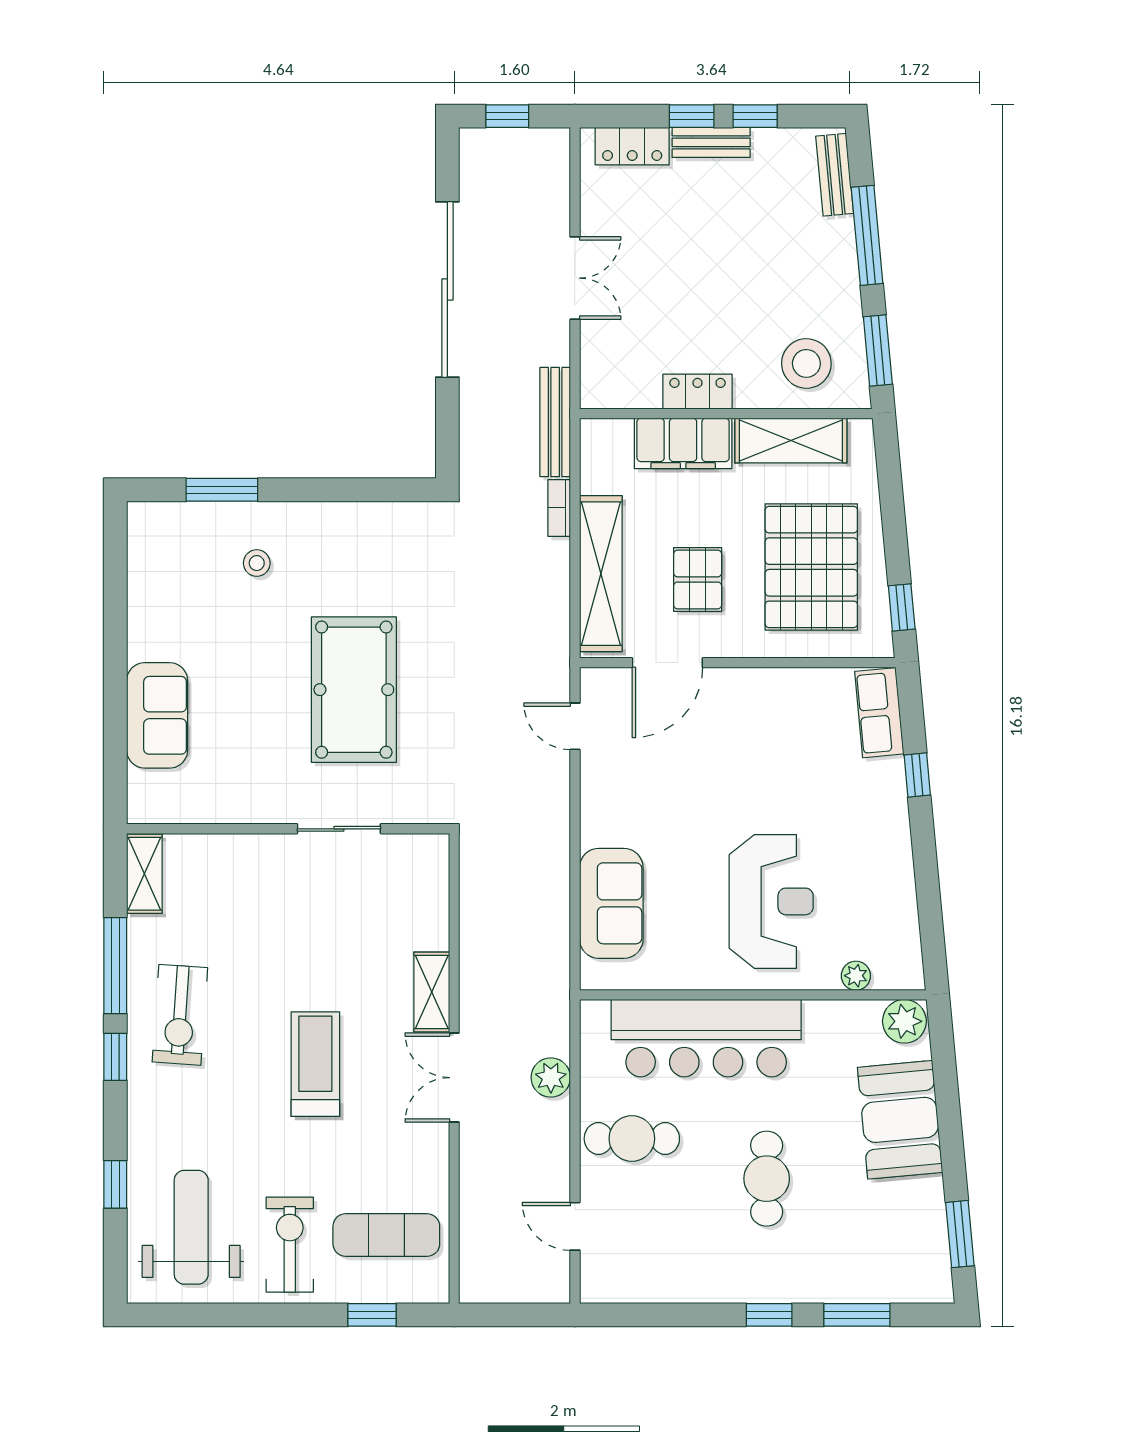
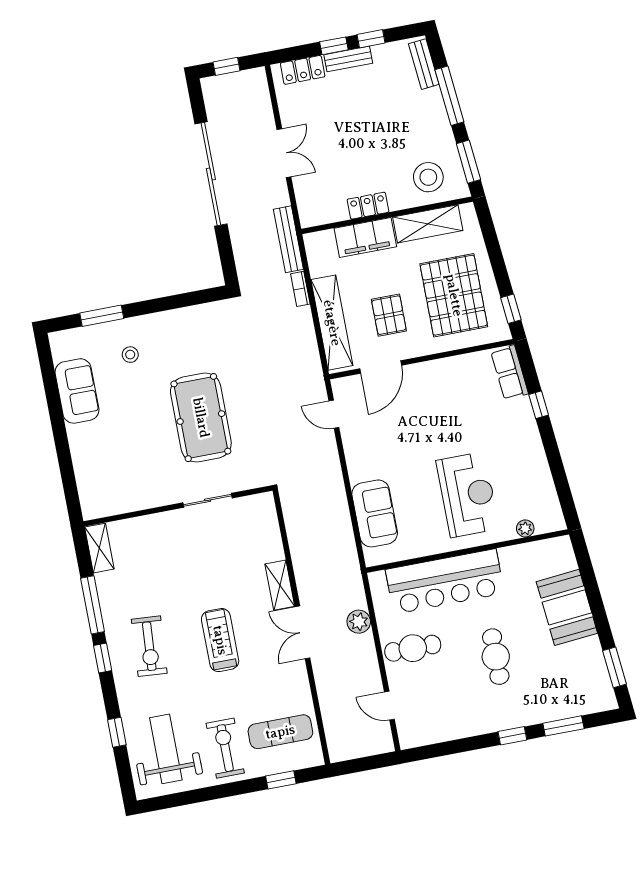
sofa: (157, 715) -> (77, 391), moved
exercise bike: (180, 1015) -> (149, 646), moved
plant: (904, 1021) -> (559, 550), removed

